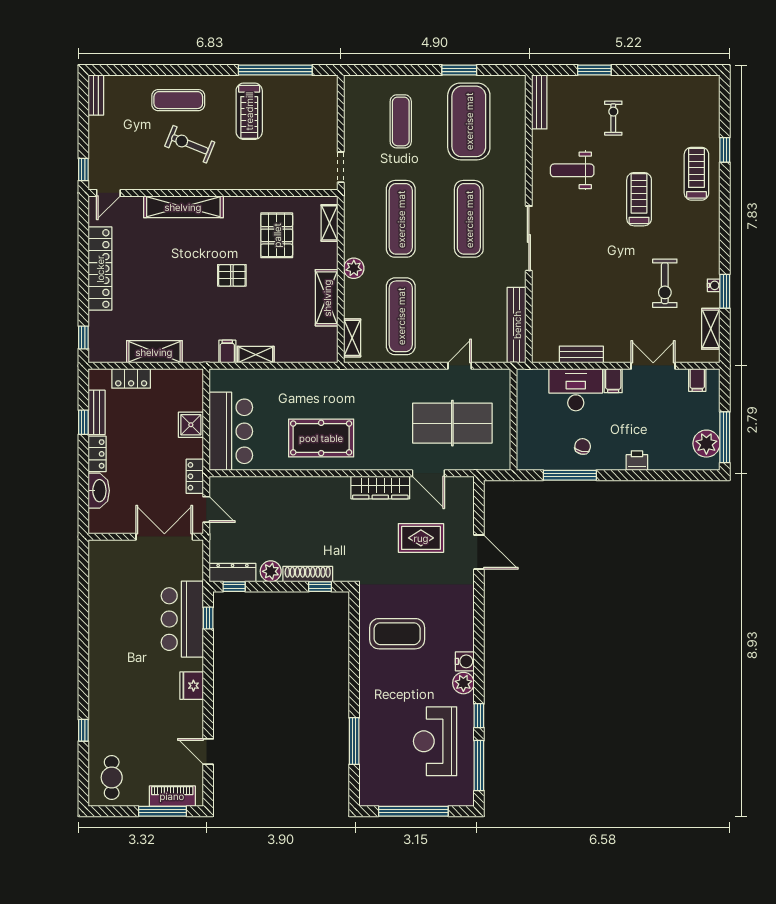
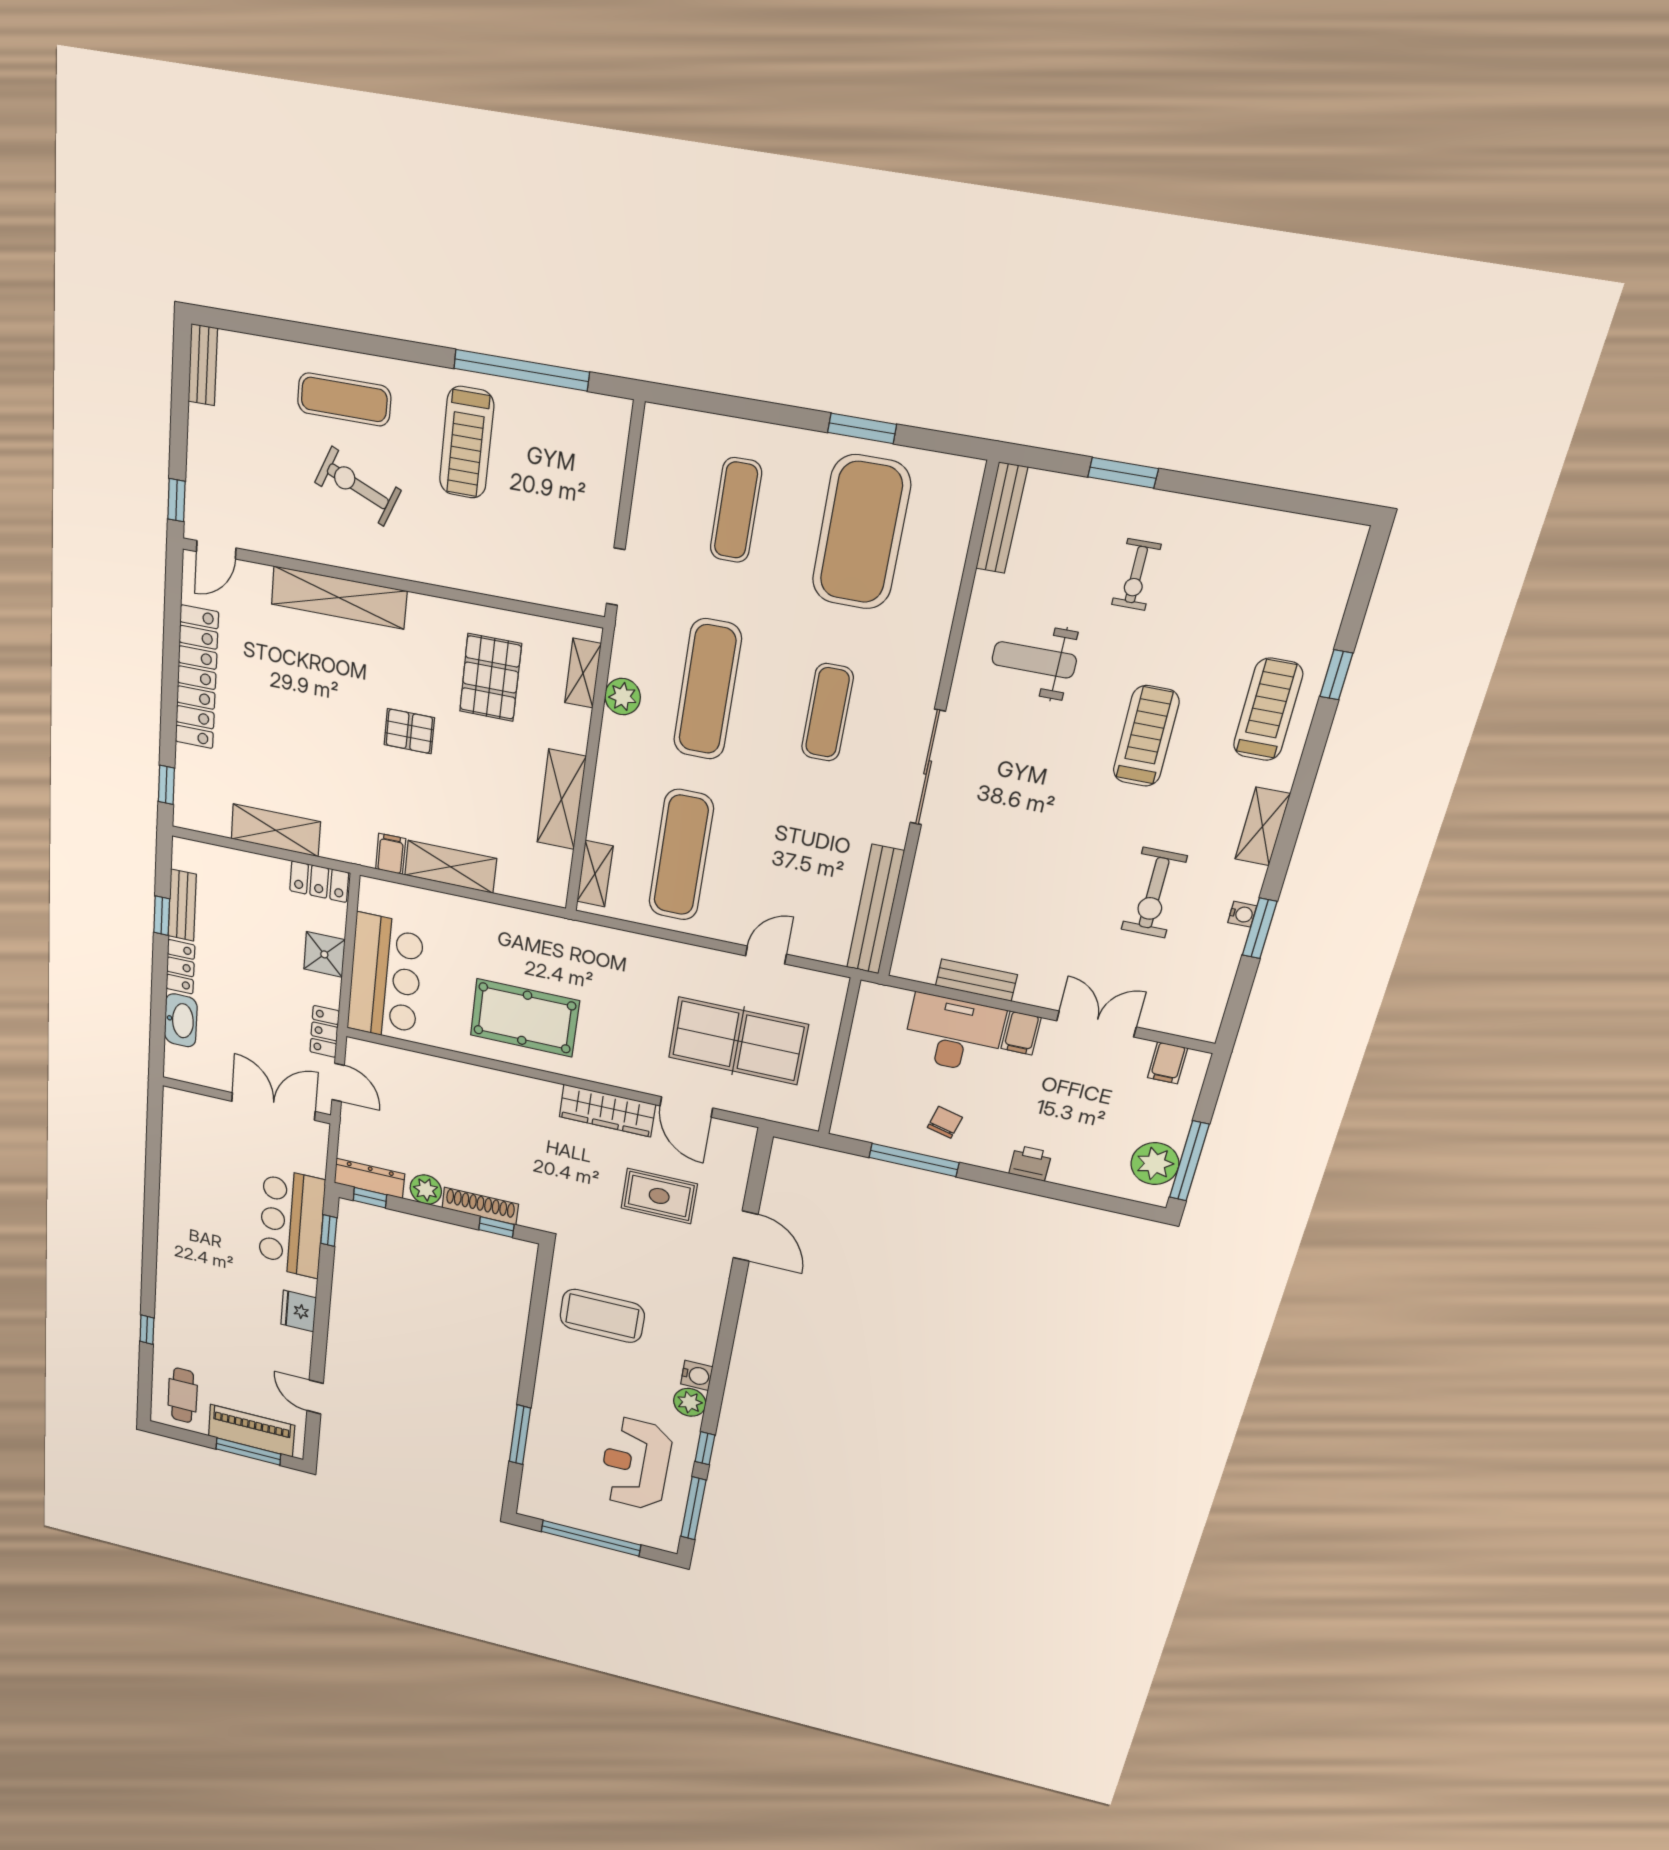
exercise bike: (613, 118) -> (1136, 575), turned 180
exercise mat: (469, 219) -> (827, 712), width x0.73, depth x0.69
plant: (354, 268) -> (623, 697), moved
shelving: (711, 329) -> (1263, 826), moved
shelving: (256, 355) -> (451, 867), width x1.50, depth x1.33
locker: (131, 378) -> (319, 882), moved
piano: (172, 796) -> (251, 1431), width x1.37, depth x1.33

